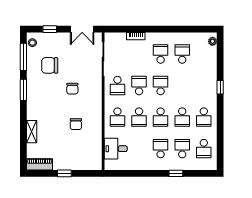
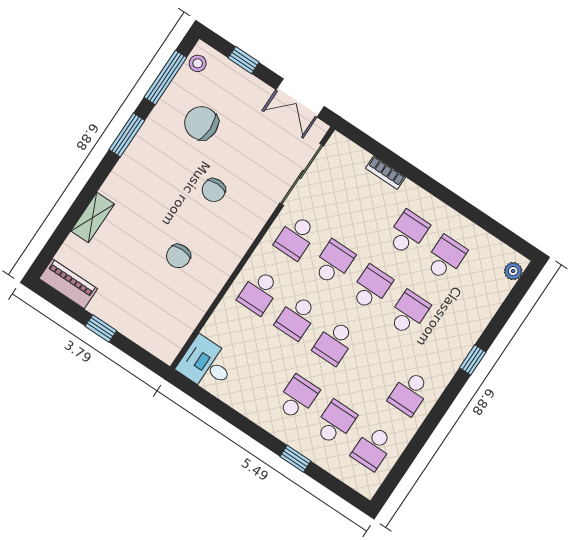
school desk: (182, 117) -> (409, 313), moved, turned 180
desk: (116, 149) -> (206, 364), moved

